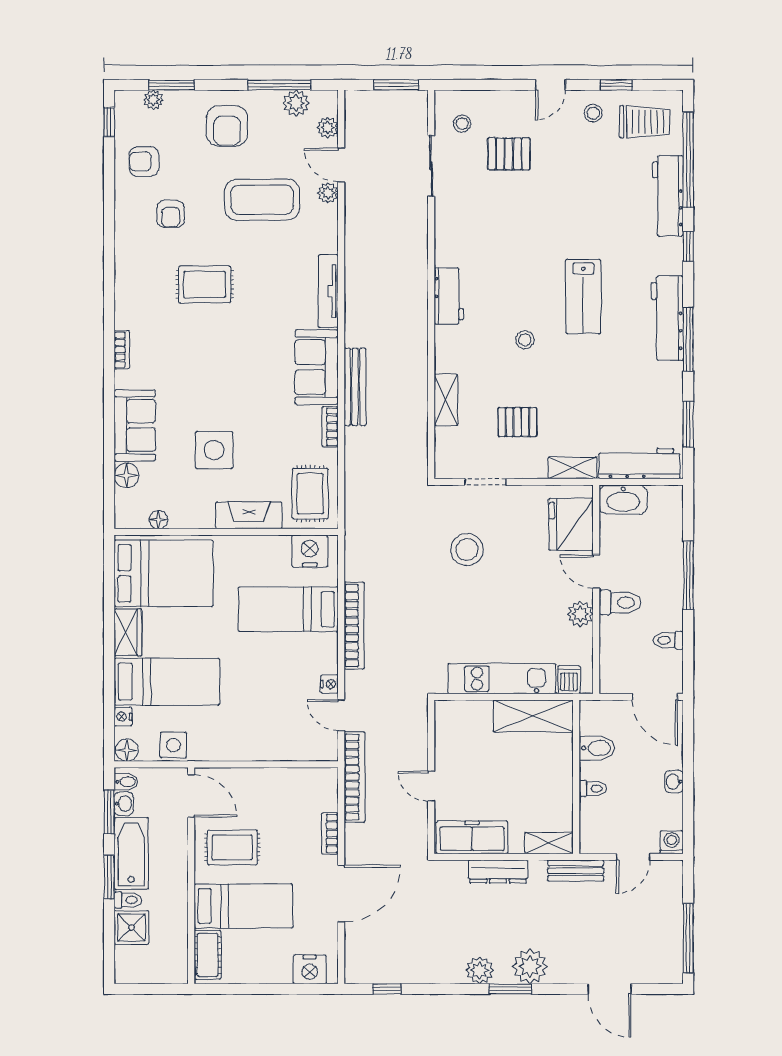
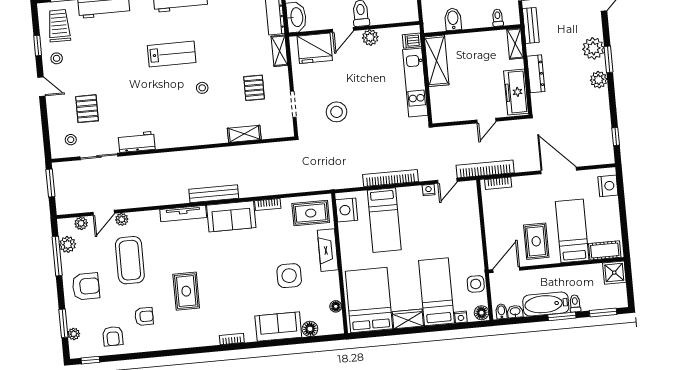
workbench: (449, 296) -> (137, 142), moved
bench: (355, 387) -> (214, 194), moved
toilet: (593, 789) -> (498, 18), moved
window: (109, 812) -> (603, 313), moved
bookcase: (330, 834) -> (498, 183), moved
shower: (131, 927) -> (614, 273), moved

